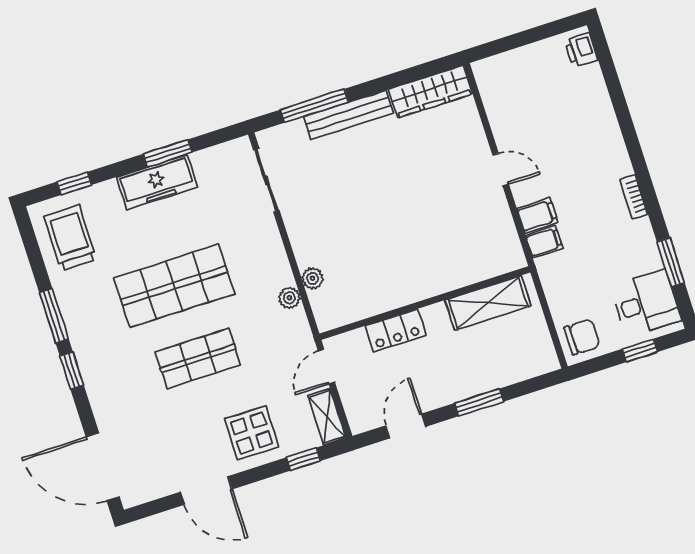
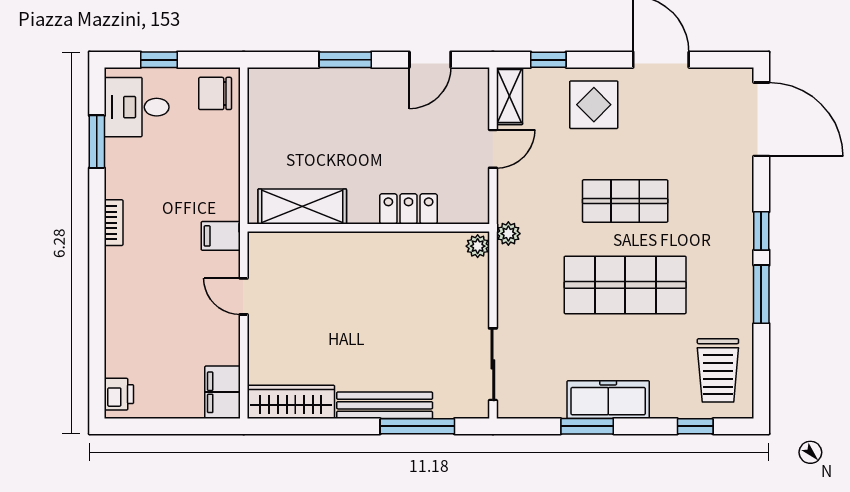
filing cabinet: (544, 242) -> (222, 392), moved, width x2.00
wall: (425, 303) -> (368, 228), moved
shelving: (488, 303) -> (302, 206), moved
locker: (395, 331) -> (409, 209), moved

